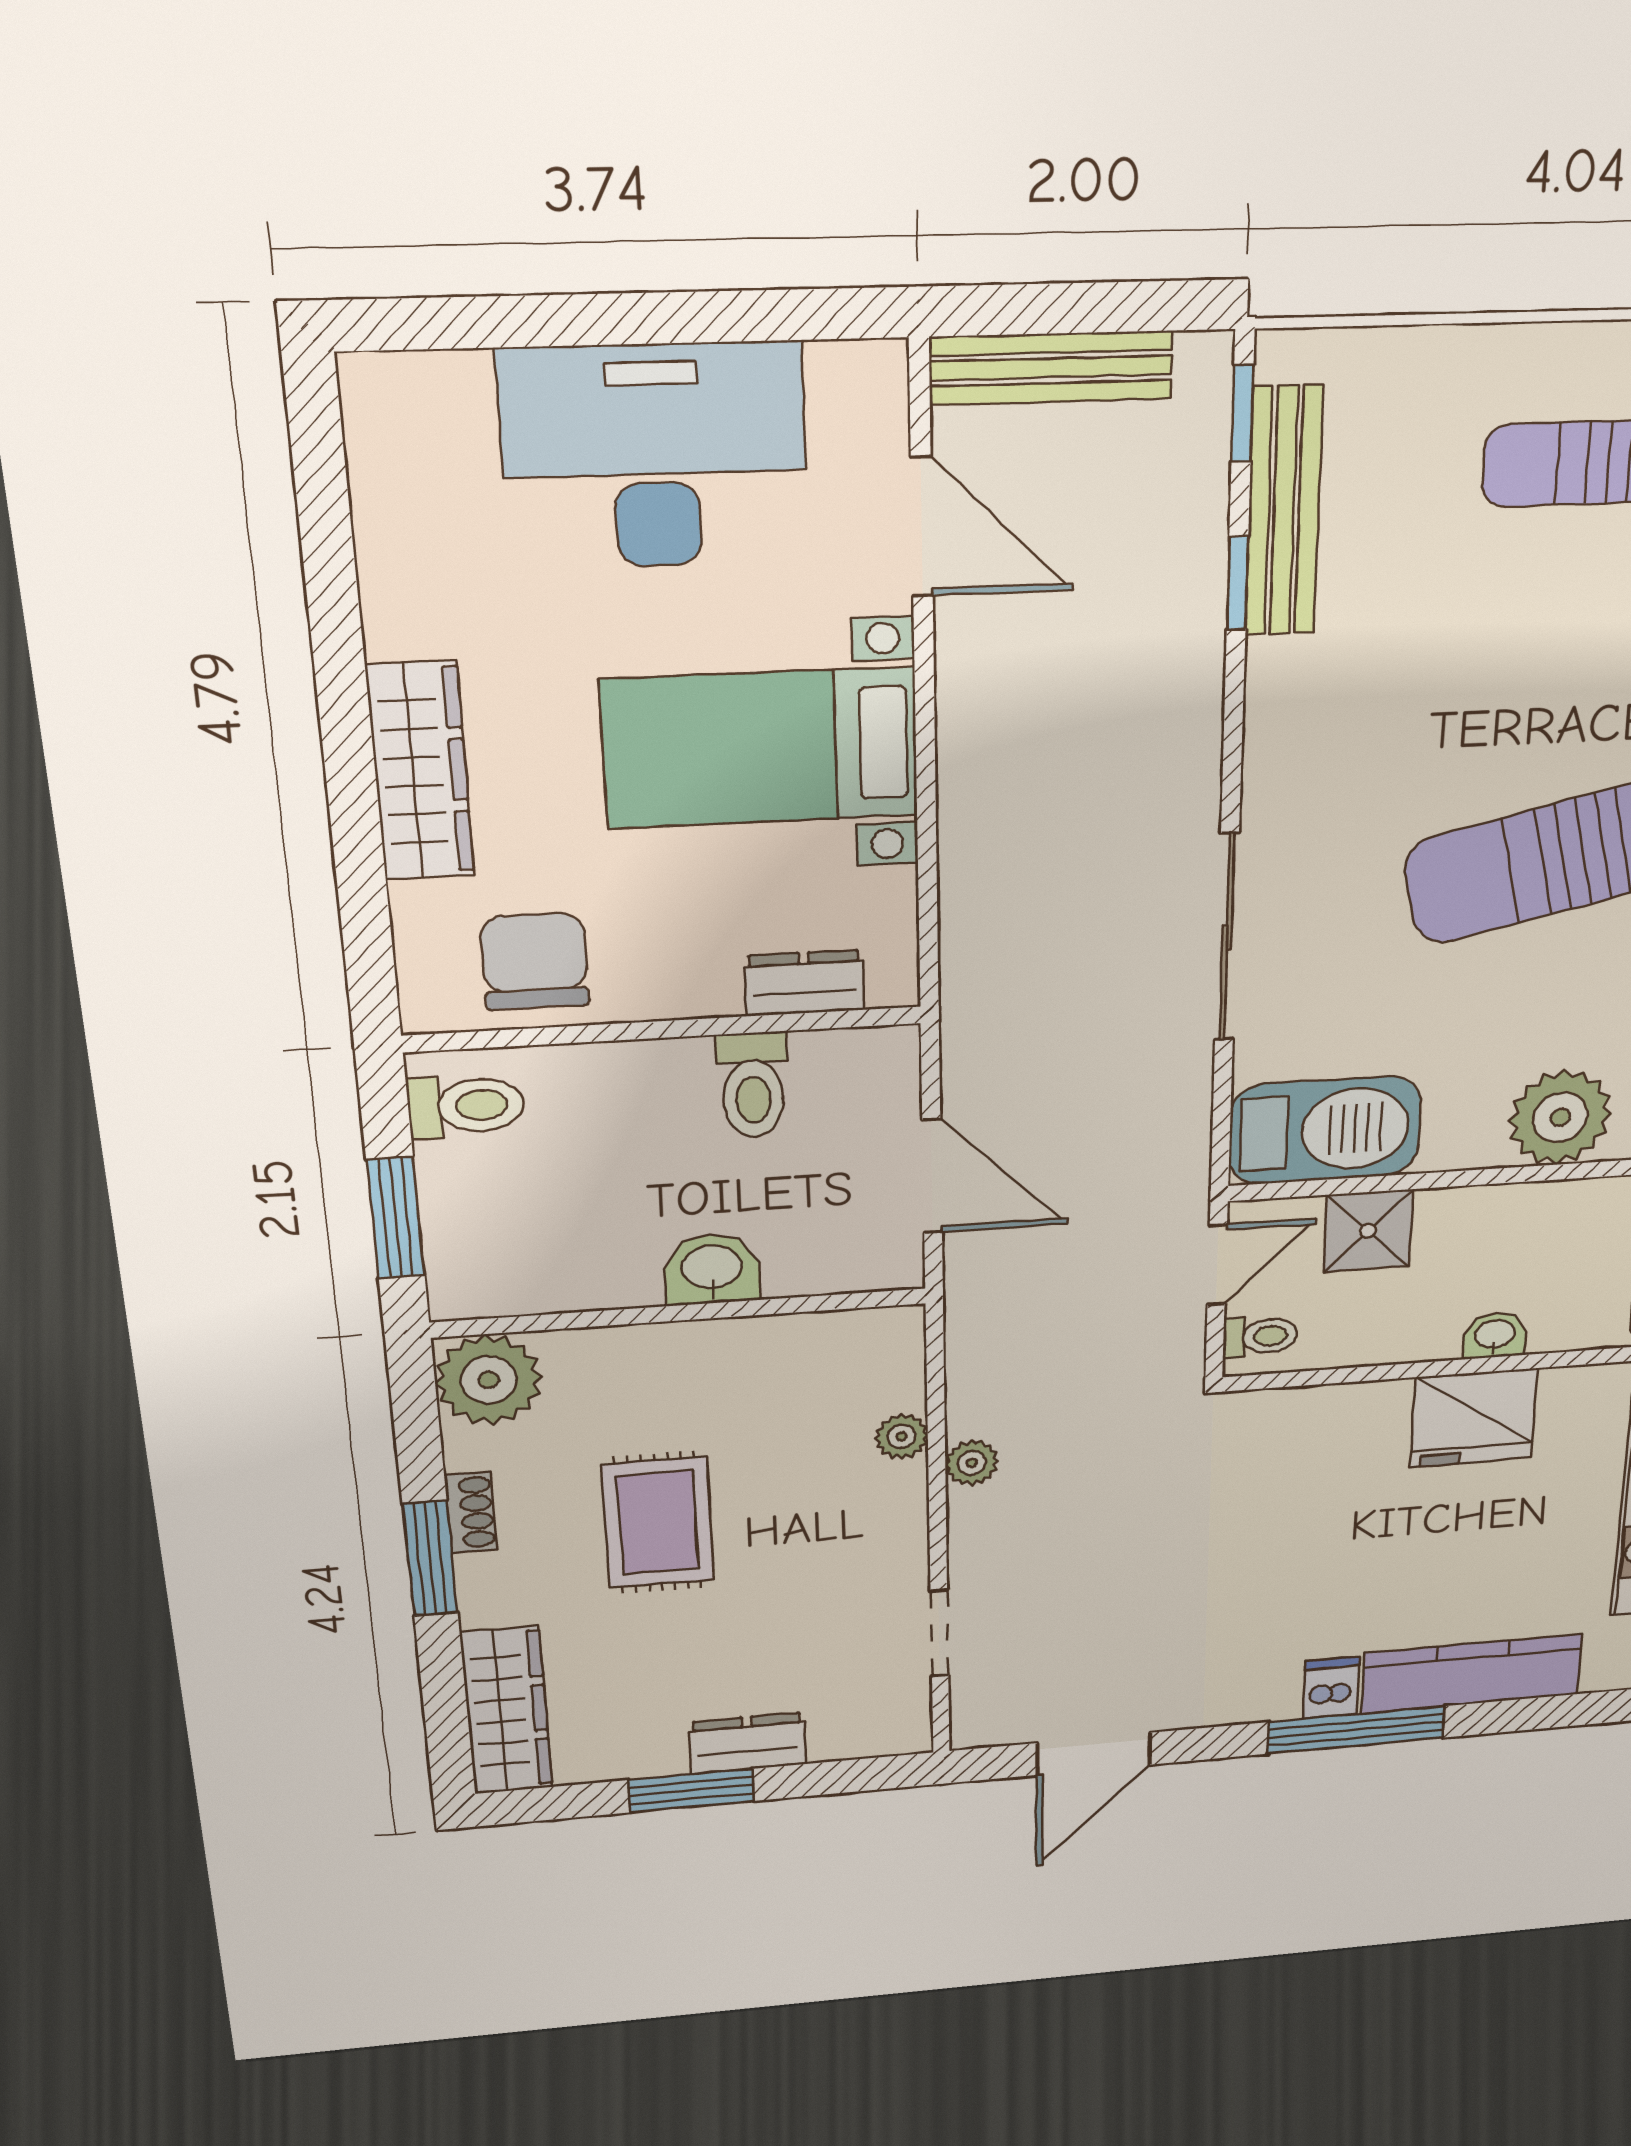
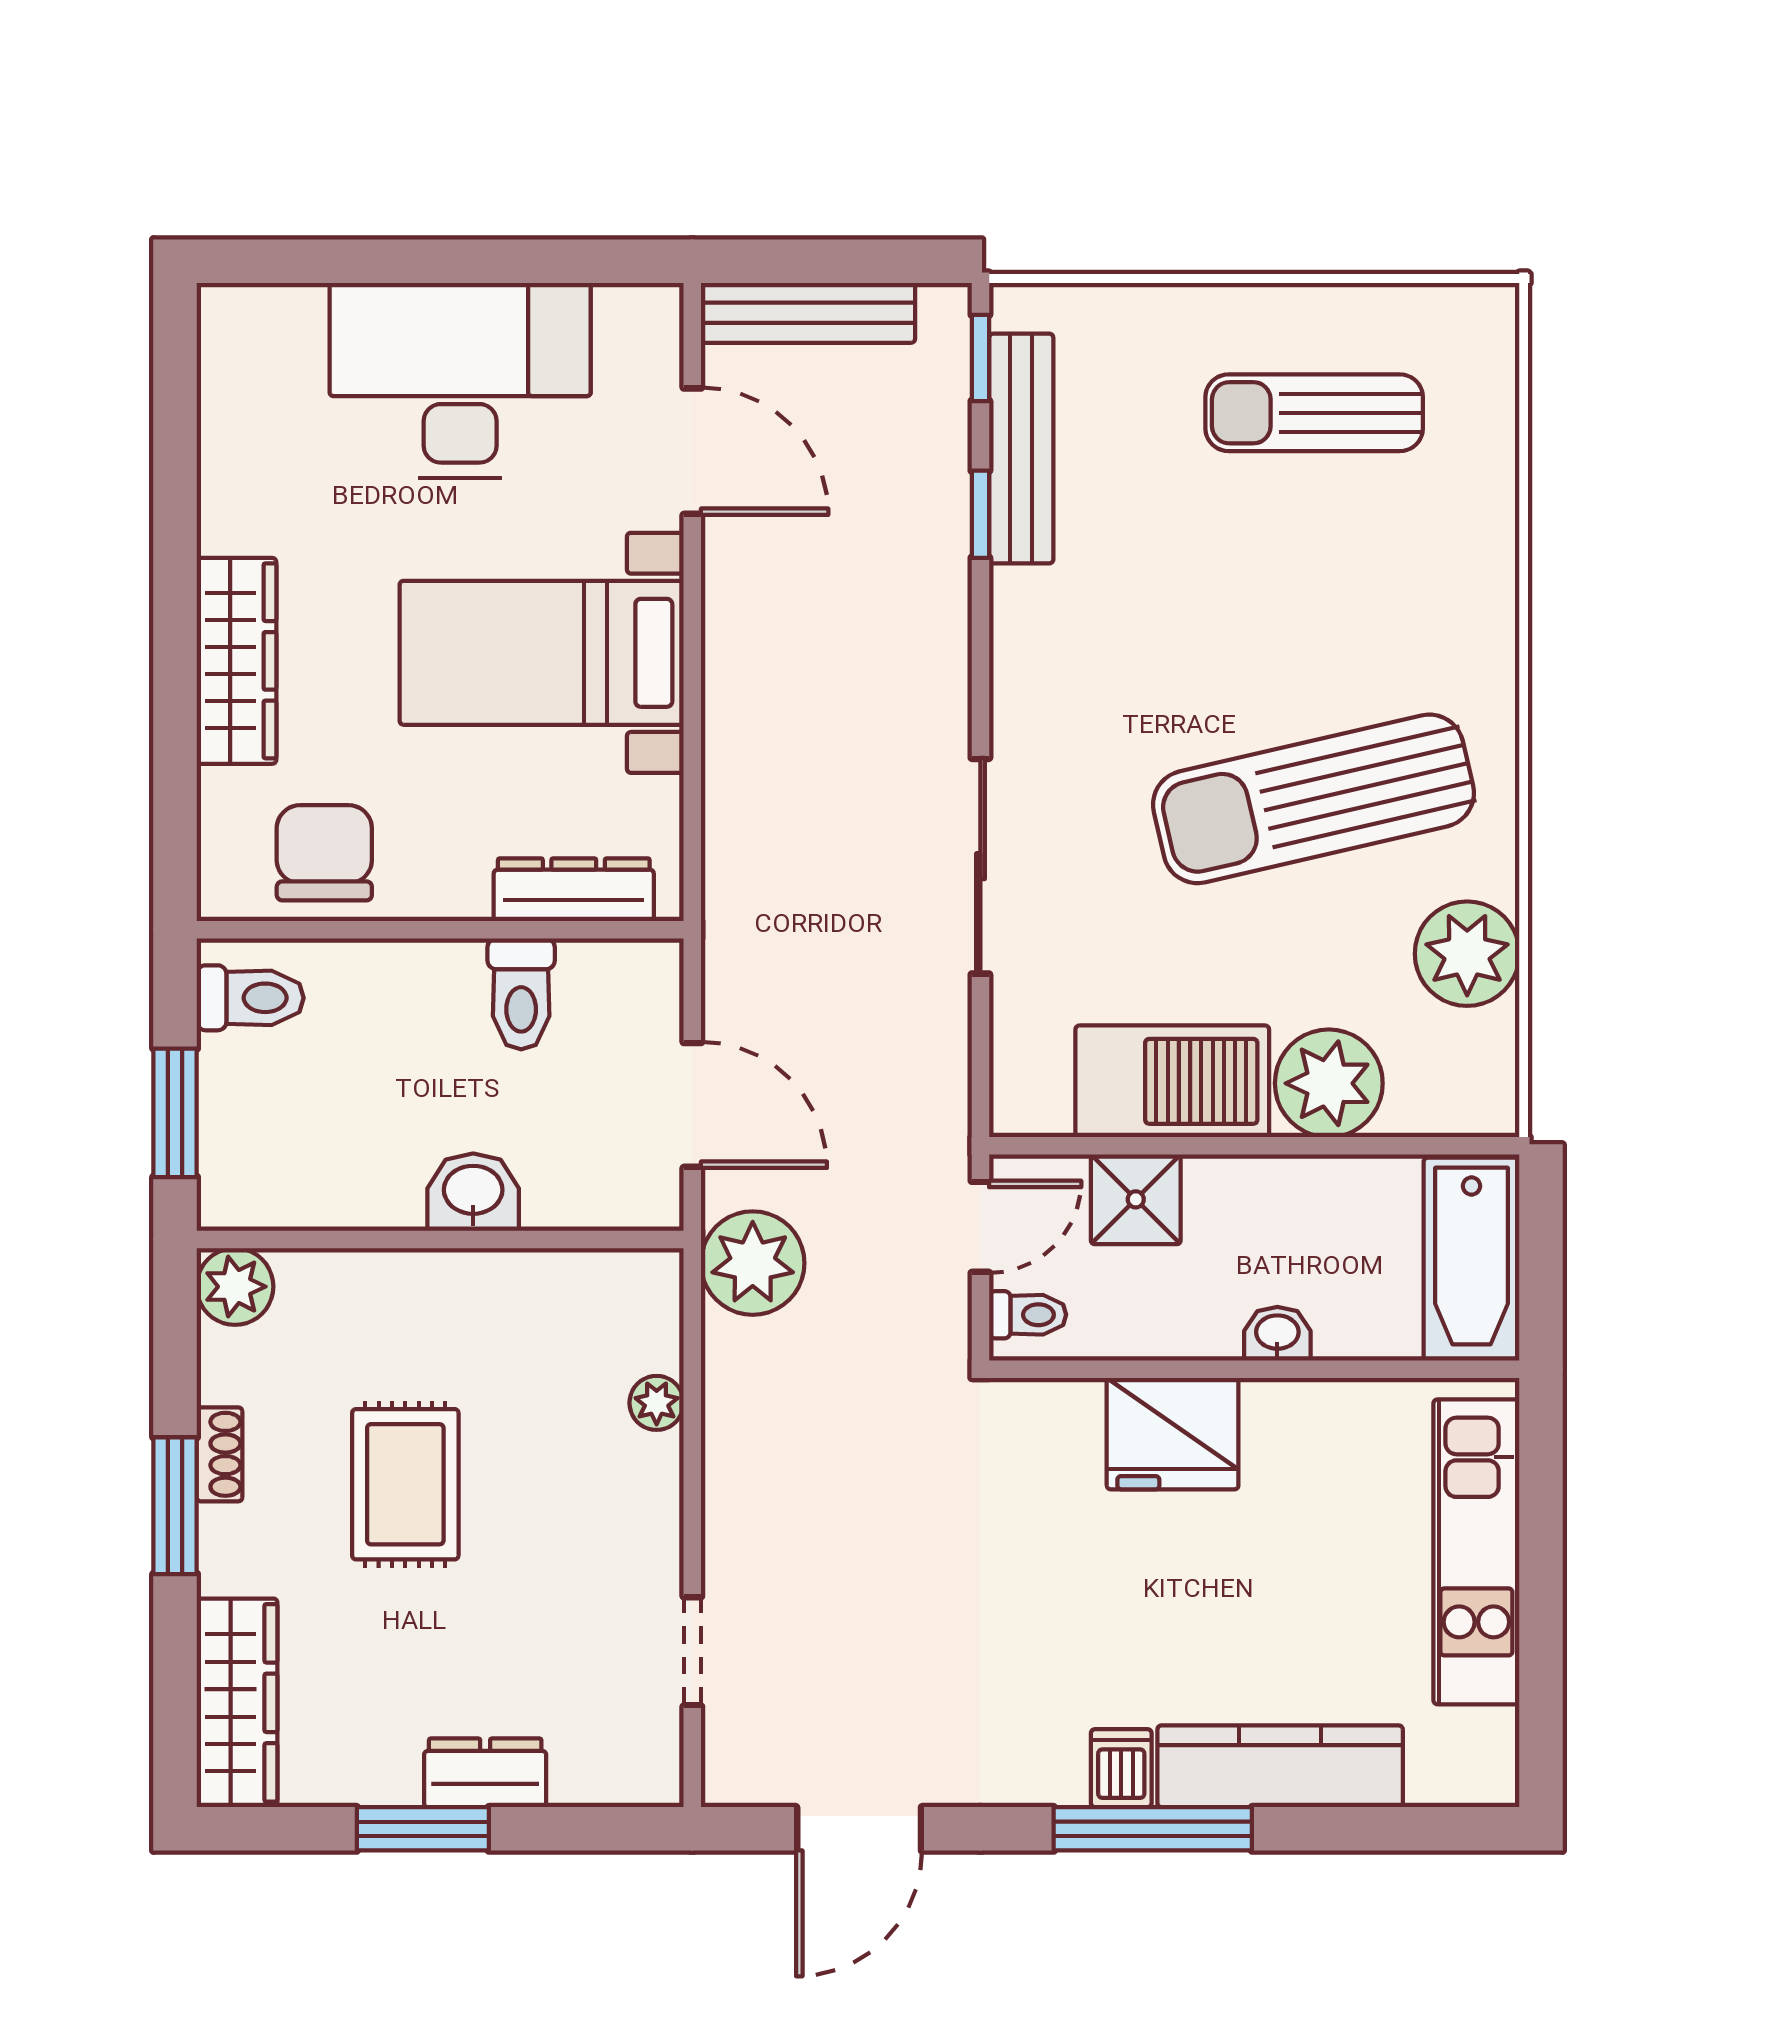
dresser: (804, 983) -> (574, 890), width x1.44
barbecue: (1325, 1130) -> (1172, 1081), moved
plant: (489, 1380) -> (235, 1287), width x0.73, depth x0.73
fridge: (1474, 1418) -> (1173, 1434), moved
plant: (972, 1463) -> (753, 1263), moved, width x1.87, depth x1.87

